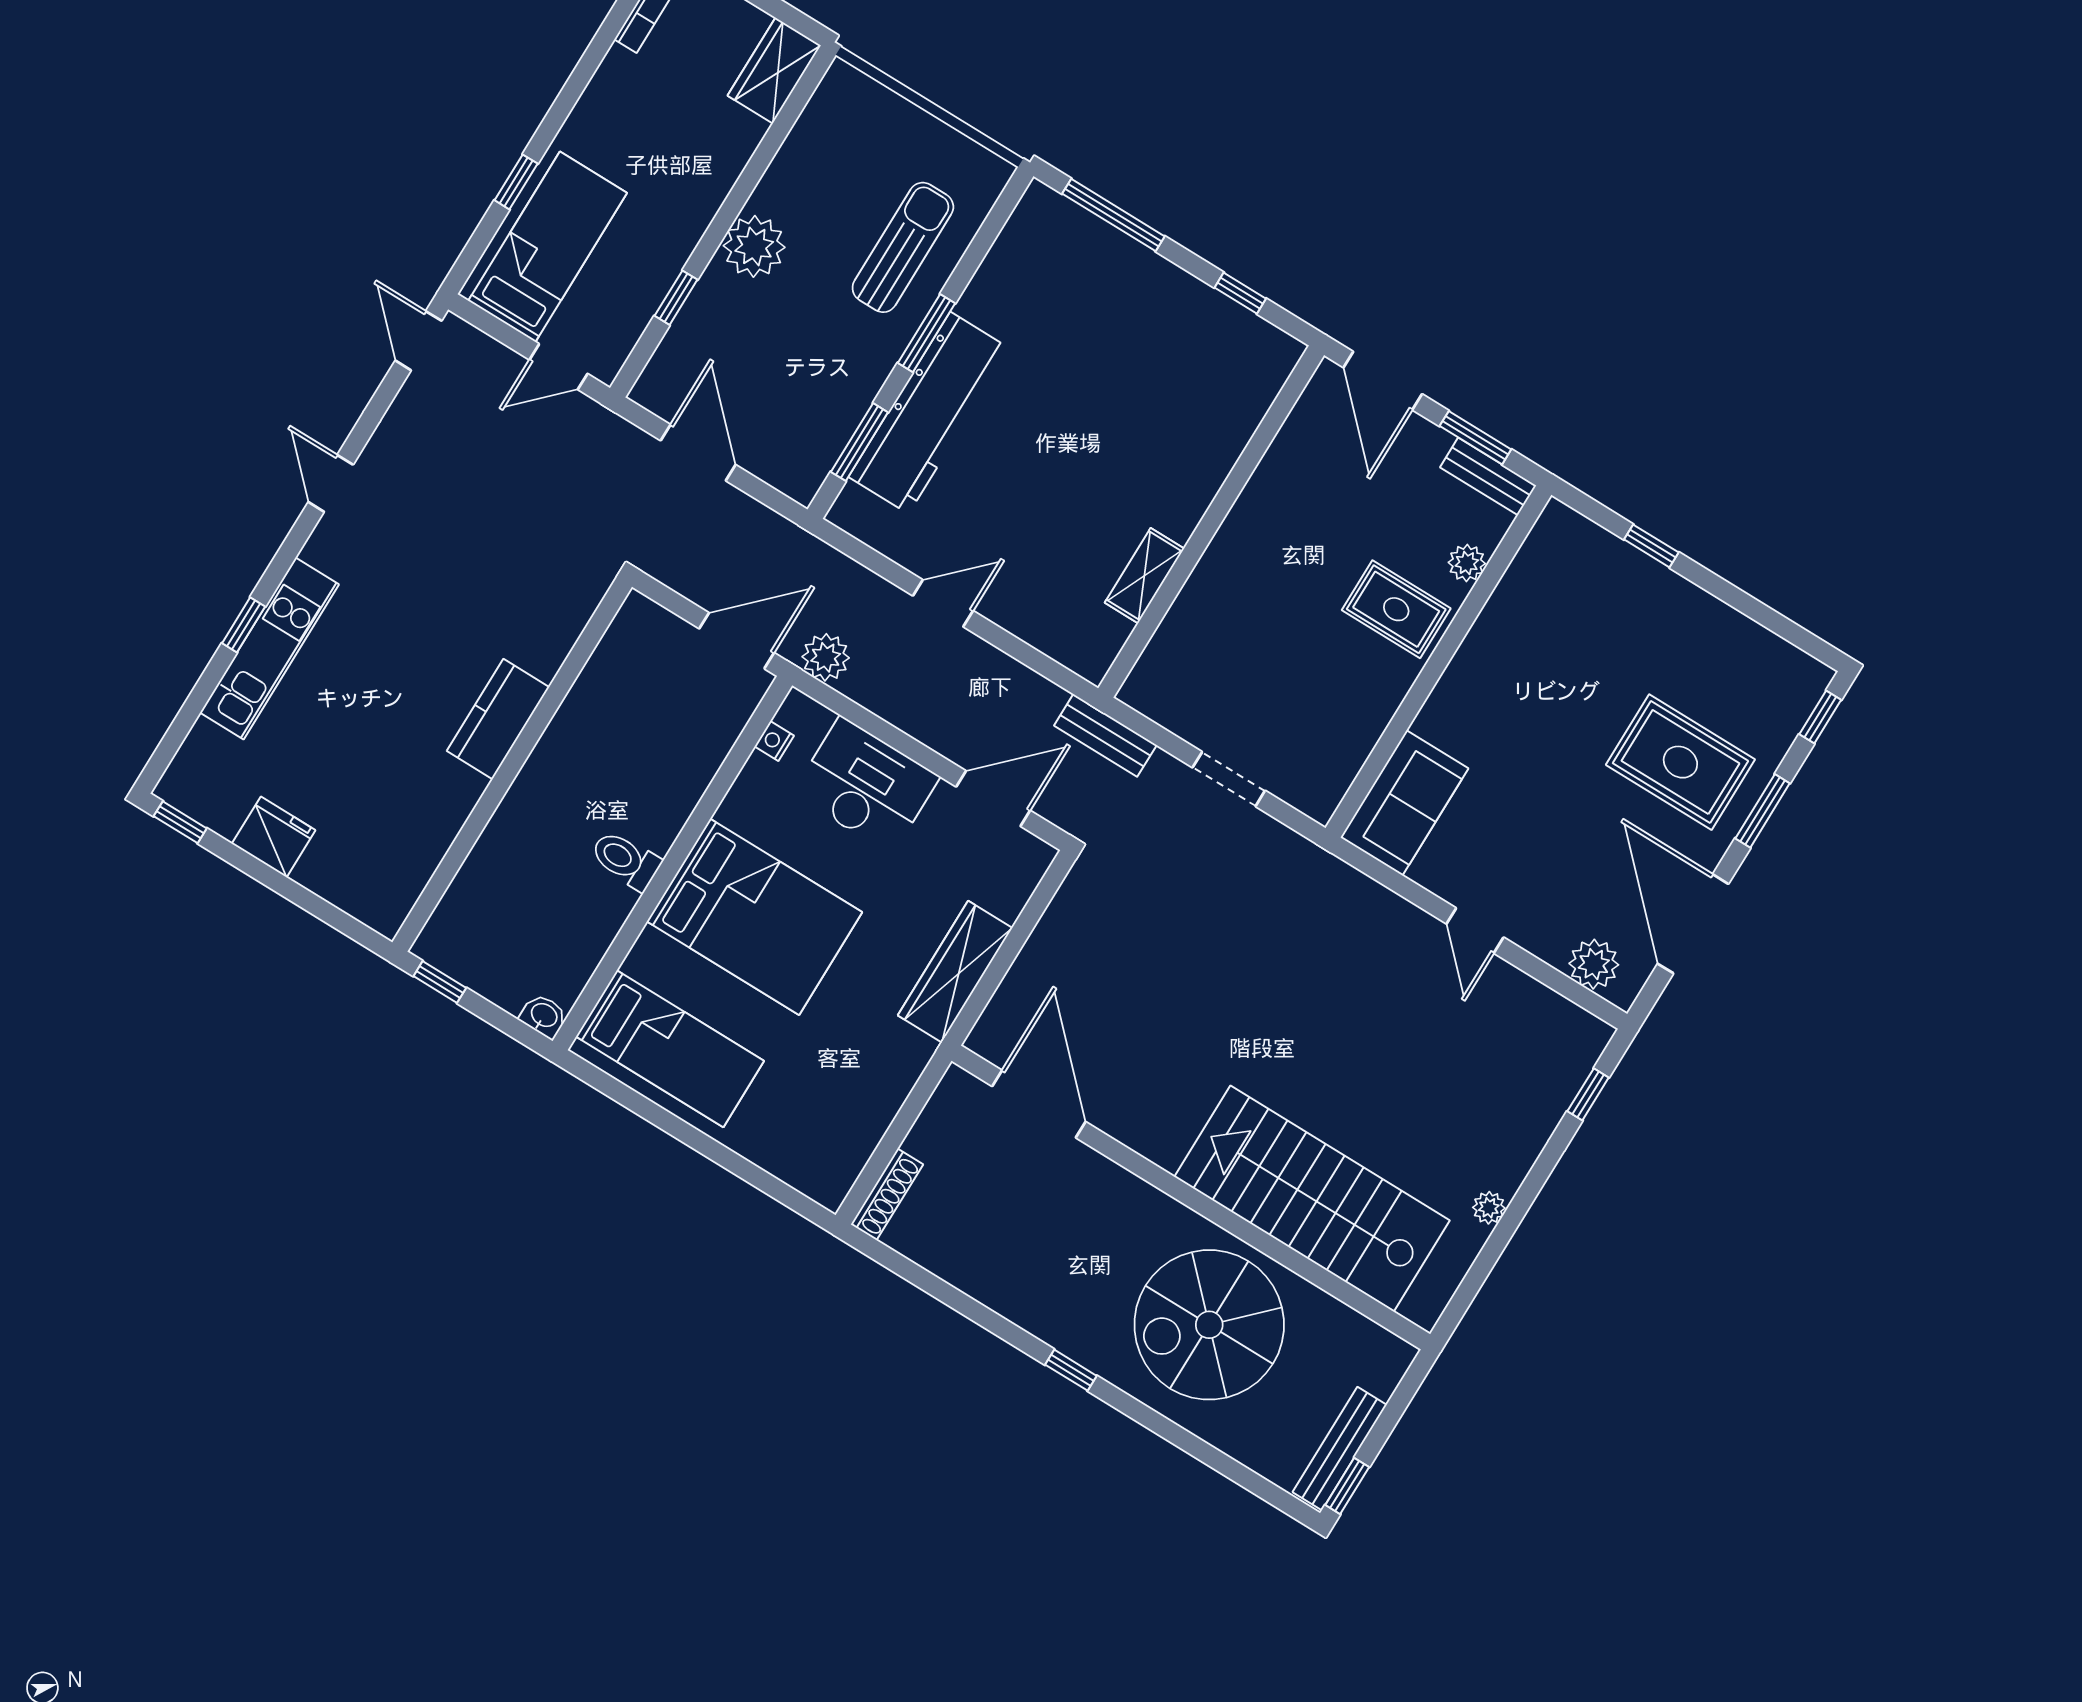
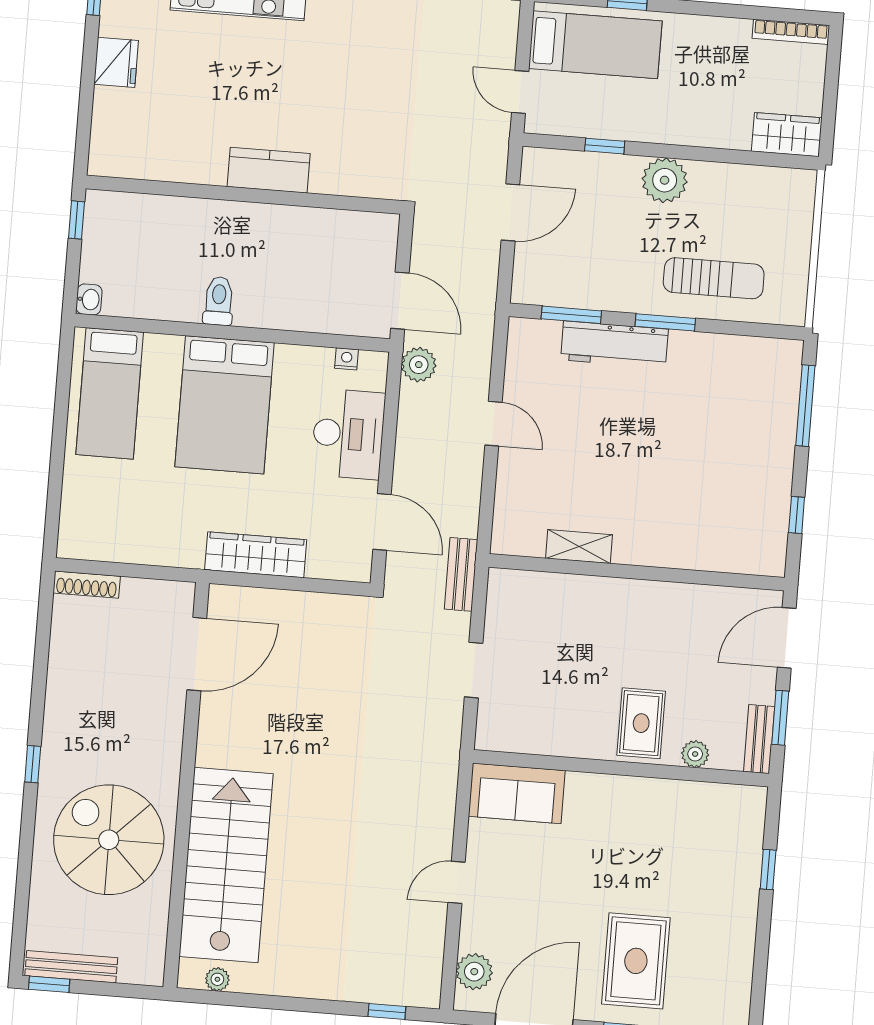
workbench: (929, 413) -> (614, 345), width x0.73, depth x0.76
plant: (1489, 1208) -> (217, 979), moved

